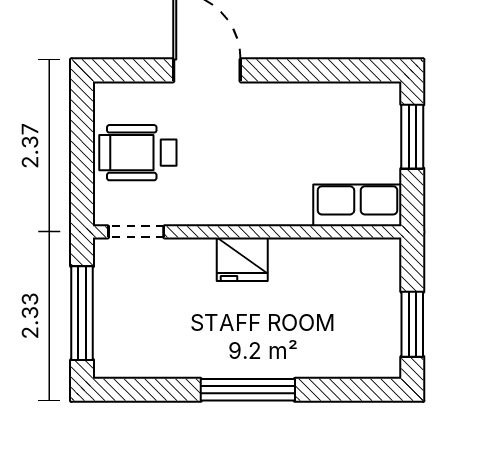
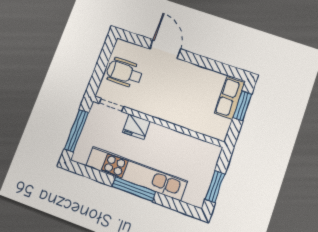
row of seats: (357, 205) -> (230, 98), moved, turned -90
fridge: (242, 259) -> (136, 127), moved
kitchen unit: (242, 356) -> (136, 173), added

